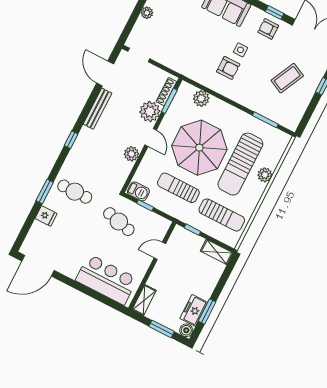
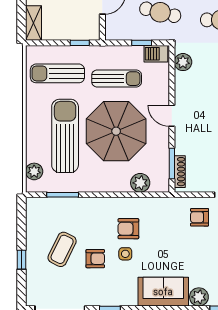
armchair: (268, 29) -> (95, 259), moved
armchair: (169, 49) -> (200, 217), added
plant: (150, 112) -> (186, 142), removed
plant: (131, 154) -> (183, 62), moved
plant: (265, 175) -> (34, 171), moved
shelving: (217, 252) -> (33, 23), moved, turned 90

